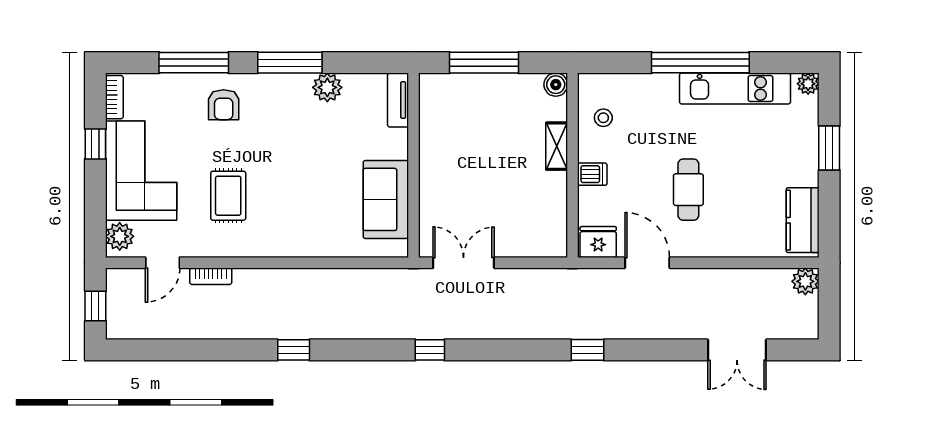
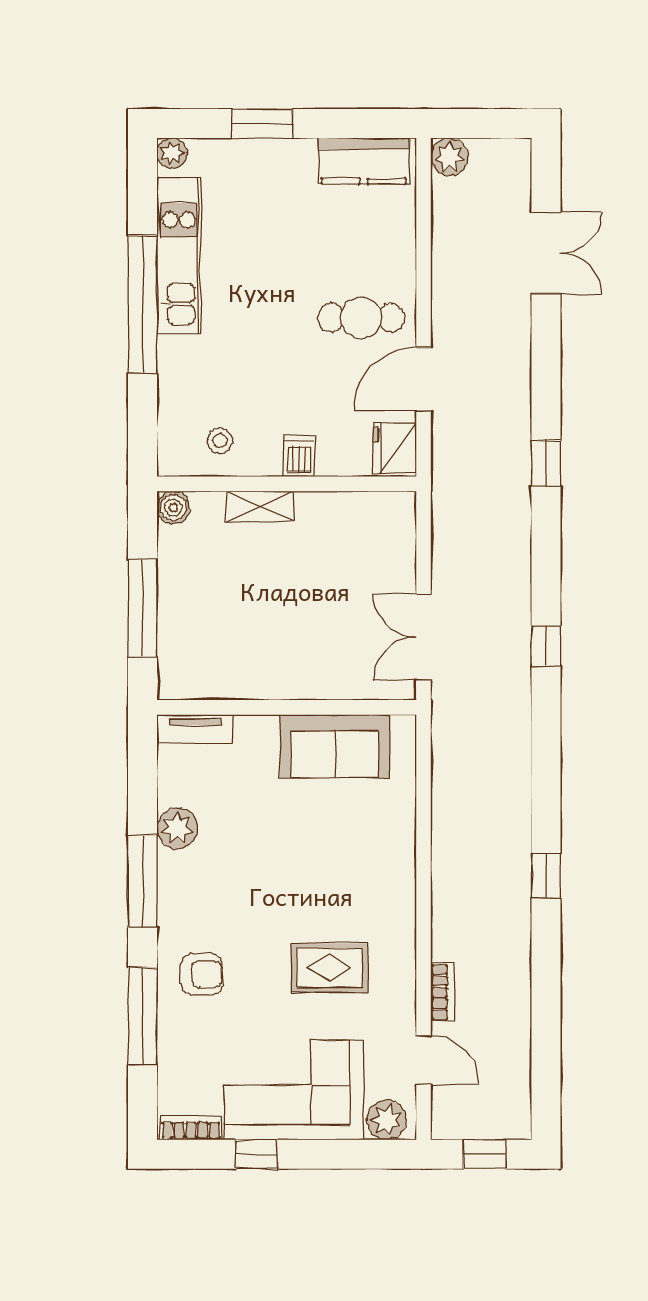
cafe table: (688, 190) -> (361, 318), moved
window: (430, 350) -> (546, 646), moved

